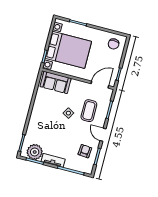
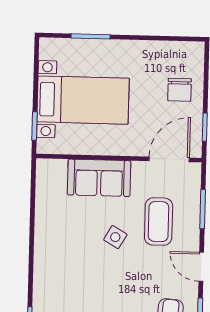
chair: (114, 44) -> (180, 90), moved
bed with nightstands: (68, 50) -> (83, 100), width x0.73
sofa: (56, 82) -> (99, 178), moved

